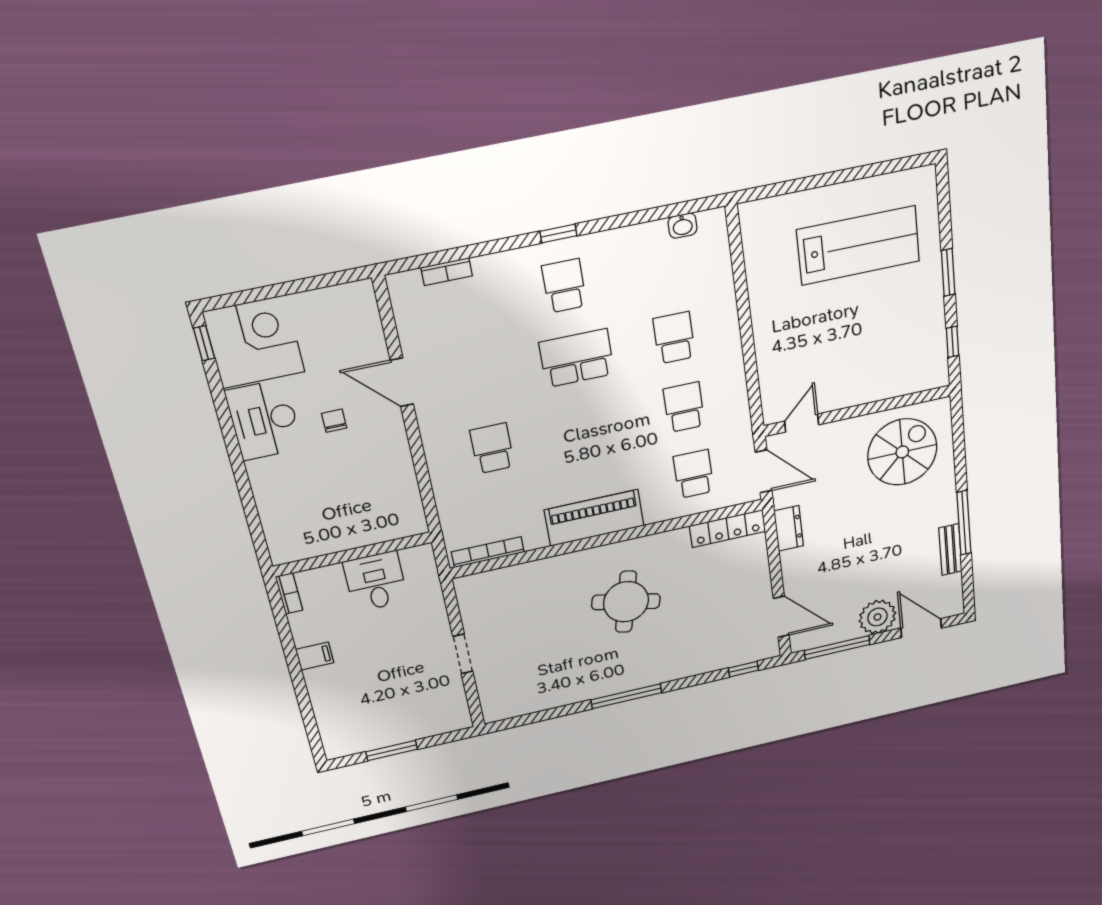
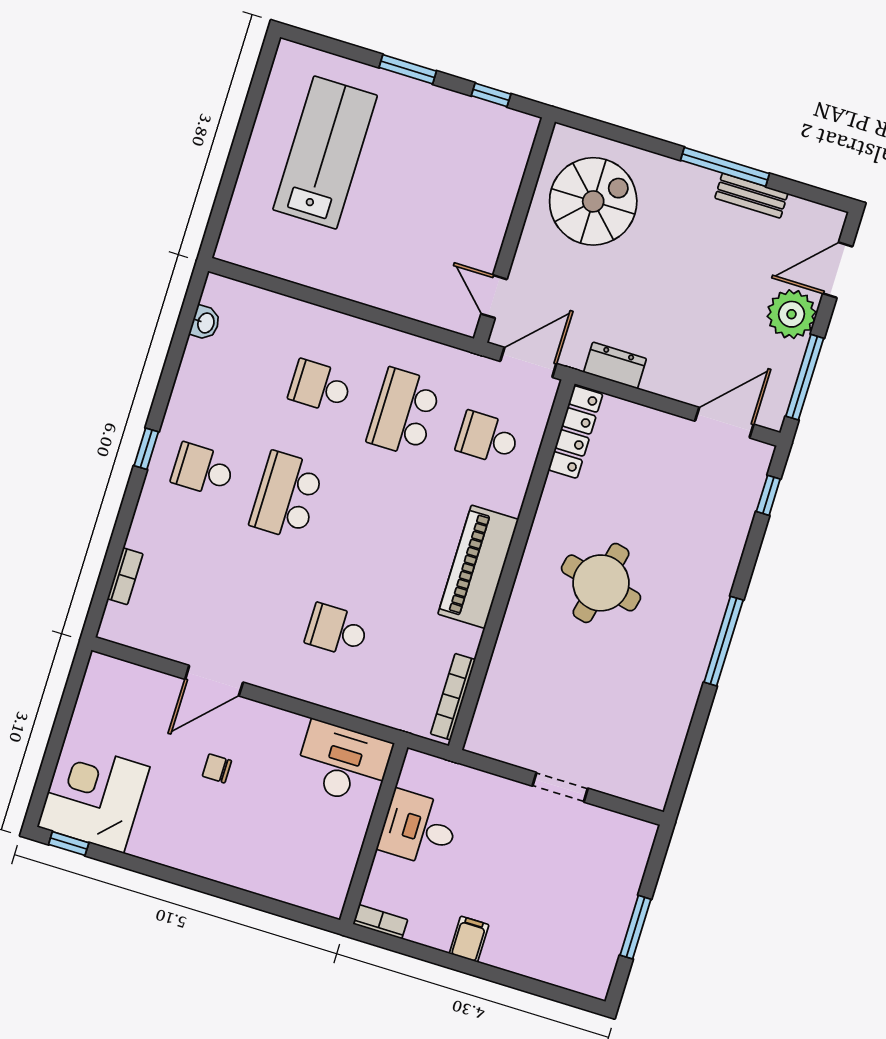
school desk: (684, 407) -> (404, 412), width x1.85
desk: (264, 420) -> (343, 763), moved, turned 180
spiral stairs: (902, 452) -> (593, 201), turned 90

